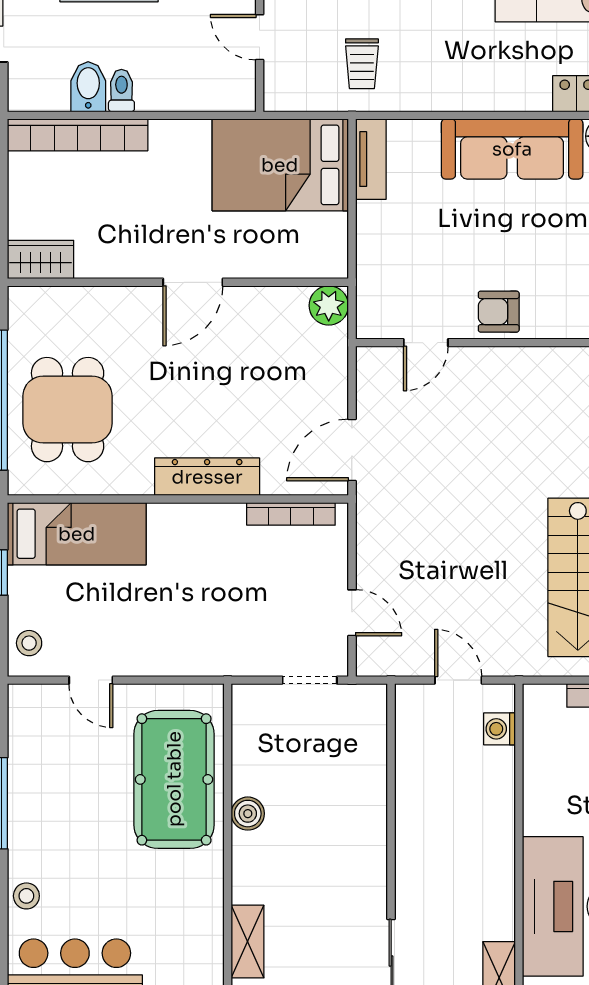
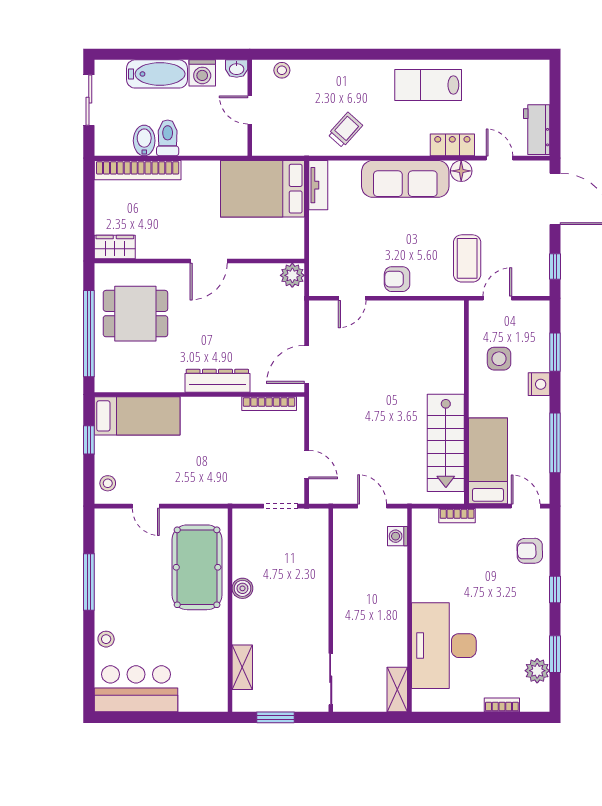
trolley: (362, 64) -> (345, 130), moved, turned -138
toilet: (121, 91) -> (168, 138), width x1.37, depth x1.39
dining table: (68, 410) -> (135, 314), moved, turned 90

